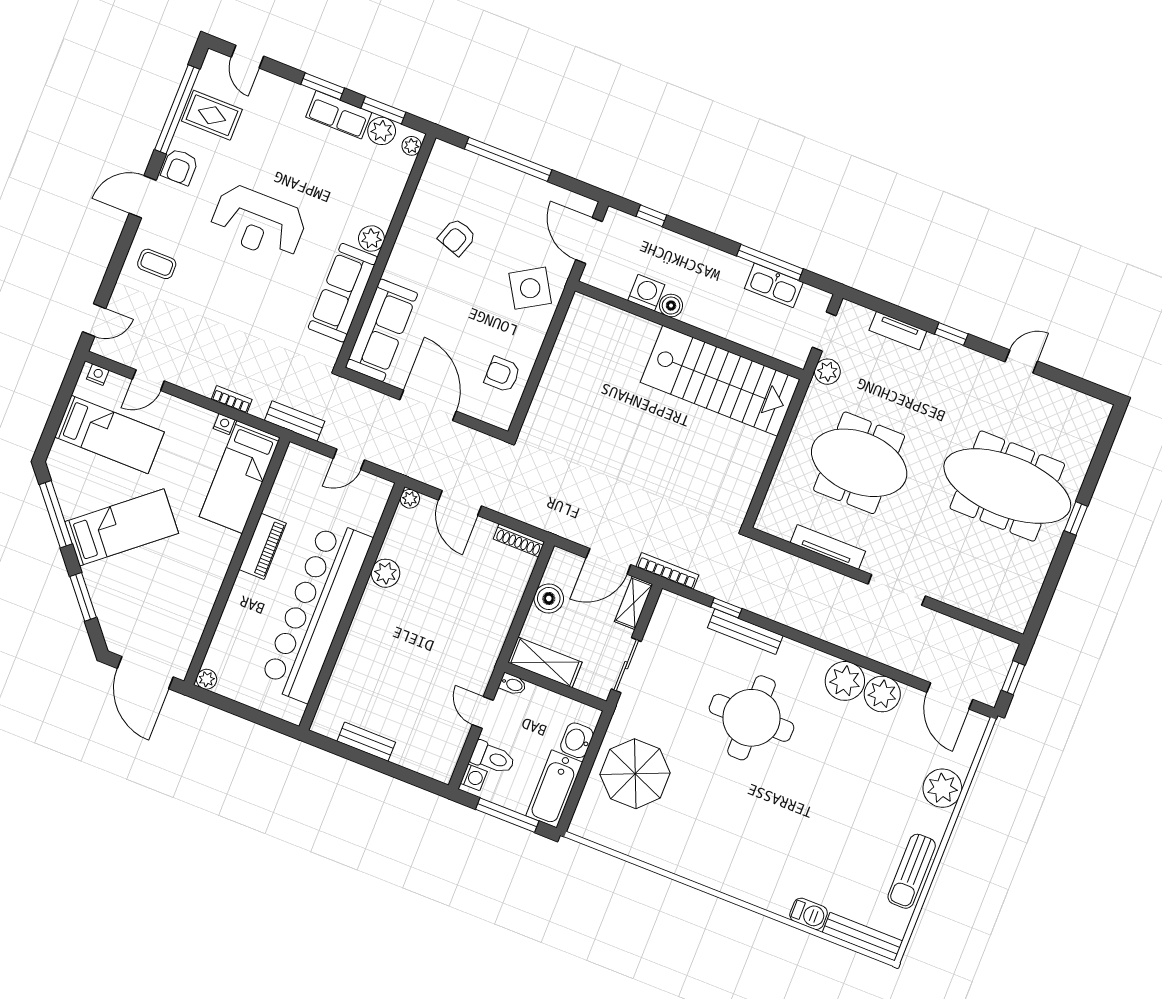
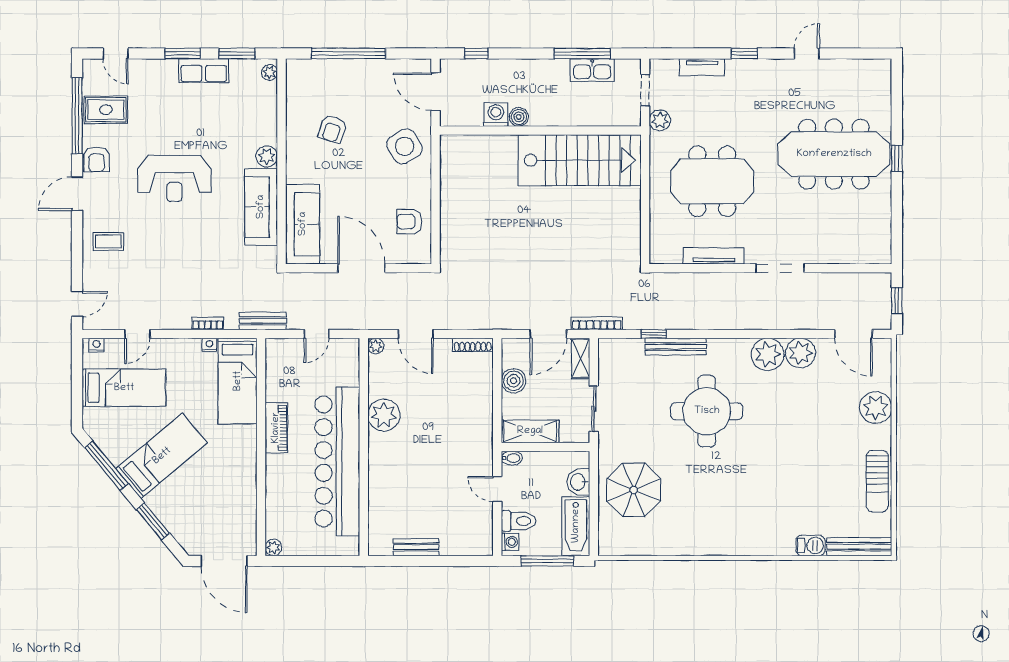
plant: (382, 131) -> (242, 70), removed
plant: (386, 573) -> (384, 415), width x1.36, depth x1.36

